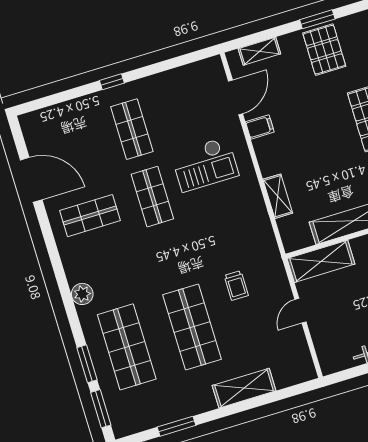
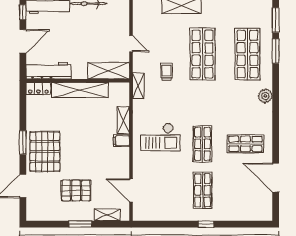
window: (317, 19) -> (80, 224), moved
pallet: (324, 50) -> (76, 191), moved, turned 90
door: (236, 97) -> (131, 190), hinge flipped
filing cabinet: (260, 127) -> (121, 141), moved
checkout: (205, 164) -> (160, 137), moved, turned 180
shelving: (271, 252) -> (138, 86), added
door: (300, 311) -> (131, 44), hinge flipped

